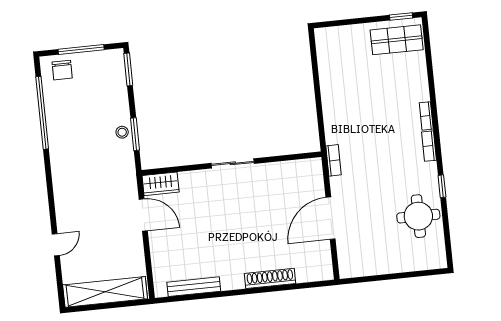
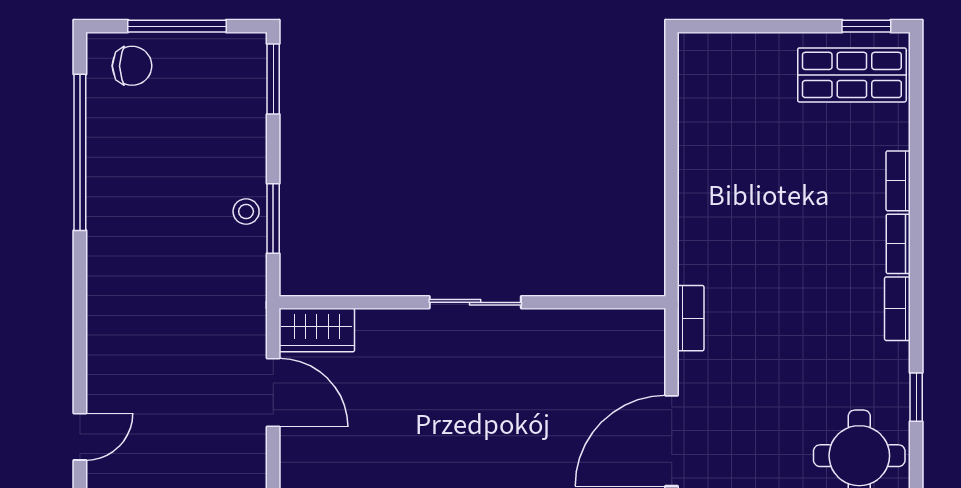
chair: (62, 70) -> (132, 66), turned -90
bookcase: (423, 87) -> (898, 181), added

